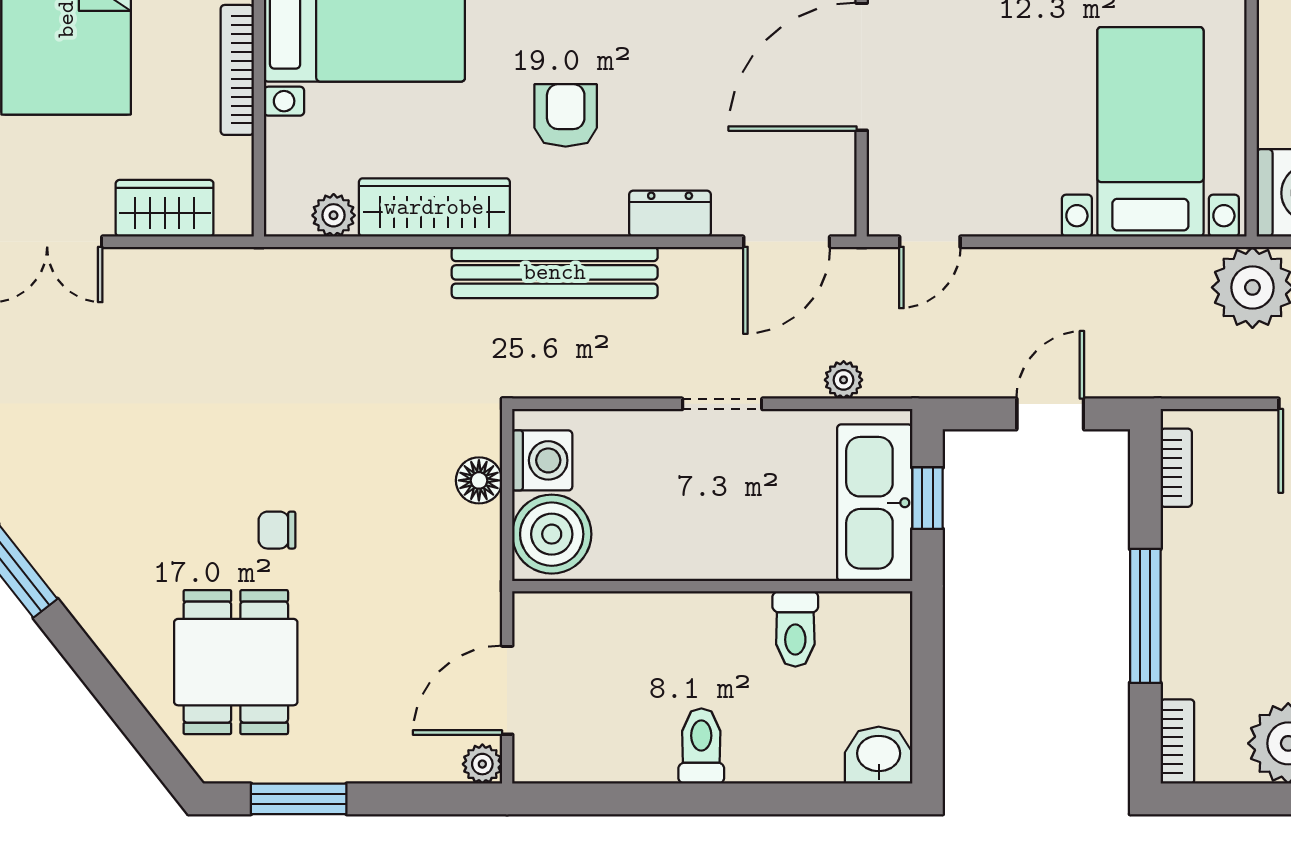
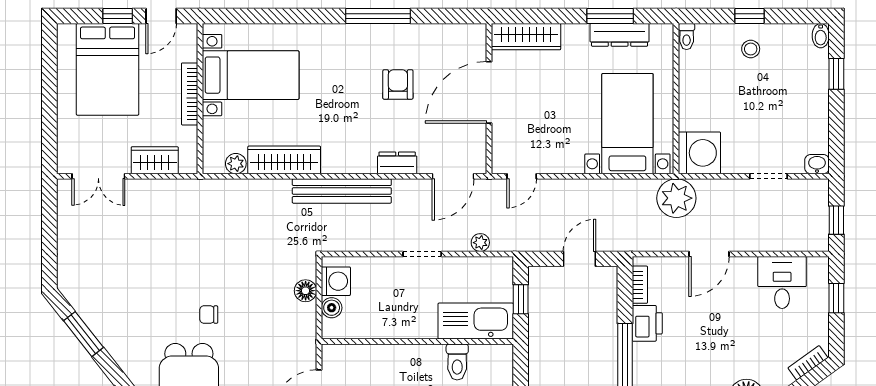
armchair: (566, 115) -> (398, 84), moved
kitchen sink: (875, 503) -> (476, 321), moved, turned 90
boiler: (552, 534) -> (332, 308), width x0.54, depth x0.54
printer: (1191, 548) -> (647, 323), added

